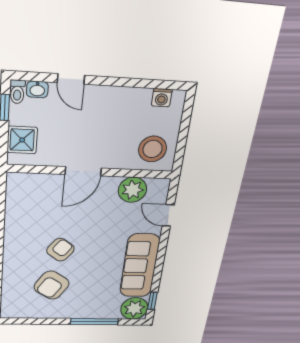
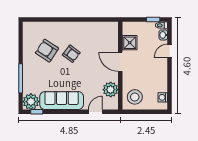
shower: (22, 140) -> (130, 43), moved

